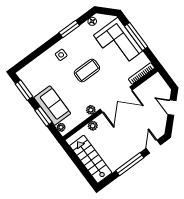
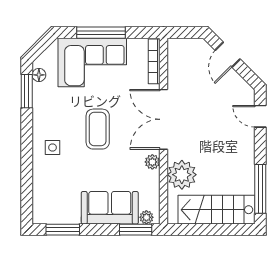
window: (69, 29) -> (27, 91), moved
double door: (116, 100) -> (164, 119), swing flipped
door: (172, 108) -> (228, 55), hinge flipped
window: (43, 116) -> (136, 230), moved
plant: (93, 126) -> (182, 175), width x1.87, depth x1.87
window: (130, 164) -> (260, 189), moved

